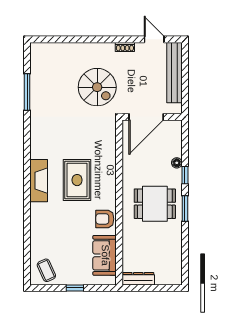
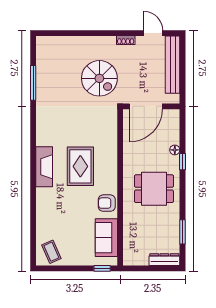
window: (185, 208) -> (182, 232), moved
dresser: (138, 279) -> (164, 260), moved
window: (75, 288) -> (102, 268), moved

